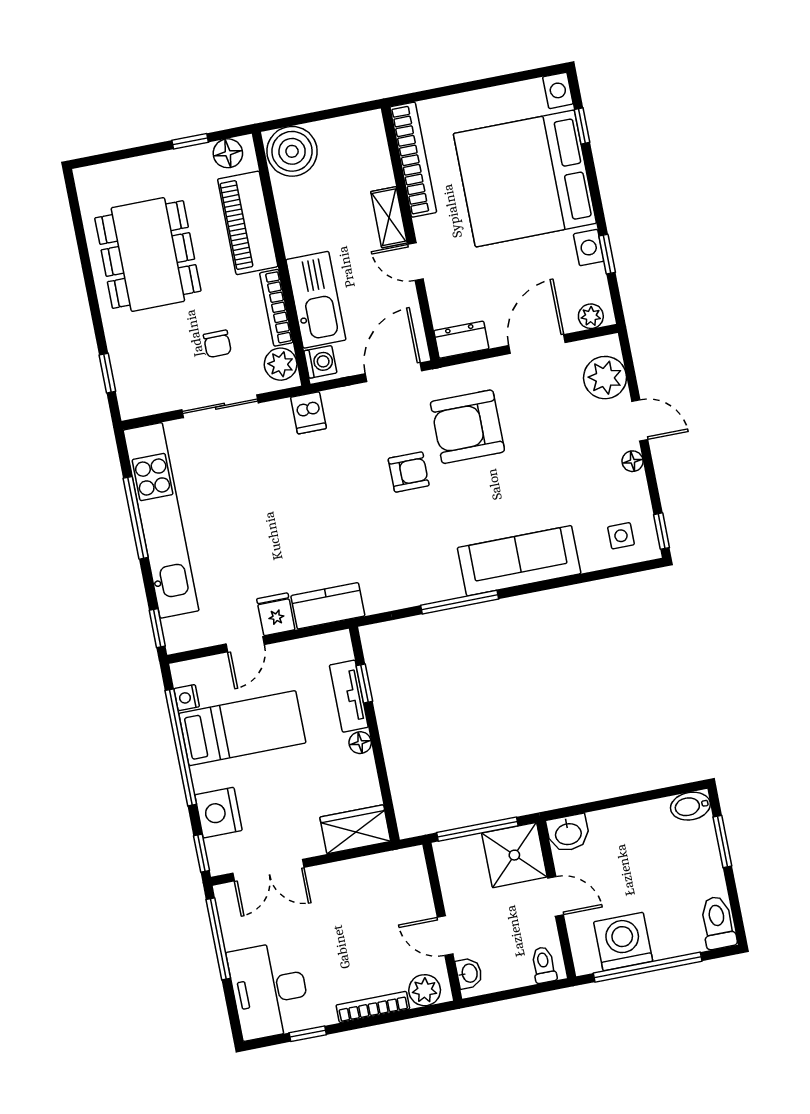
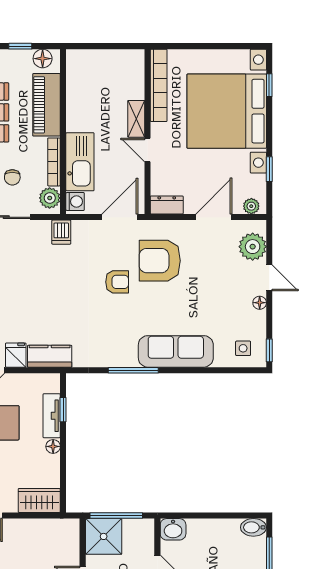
boiler: (292, 151) -> (83, 65), removed
shower: (514, 855) -> (104, 536), moved

